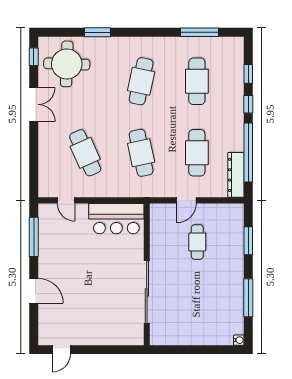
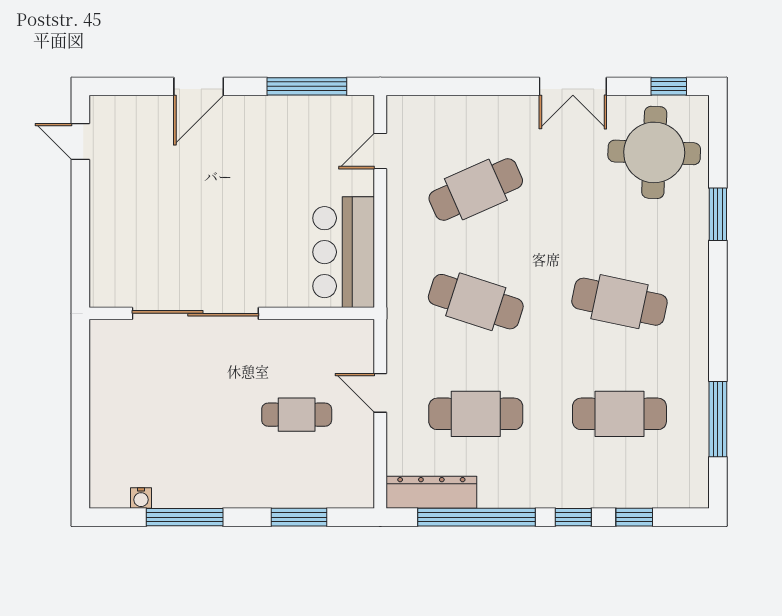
cafe table: (141, 153) -> (476, 302), turned 30
water cooler: (239, 340) -> (141, 498), moved

